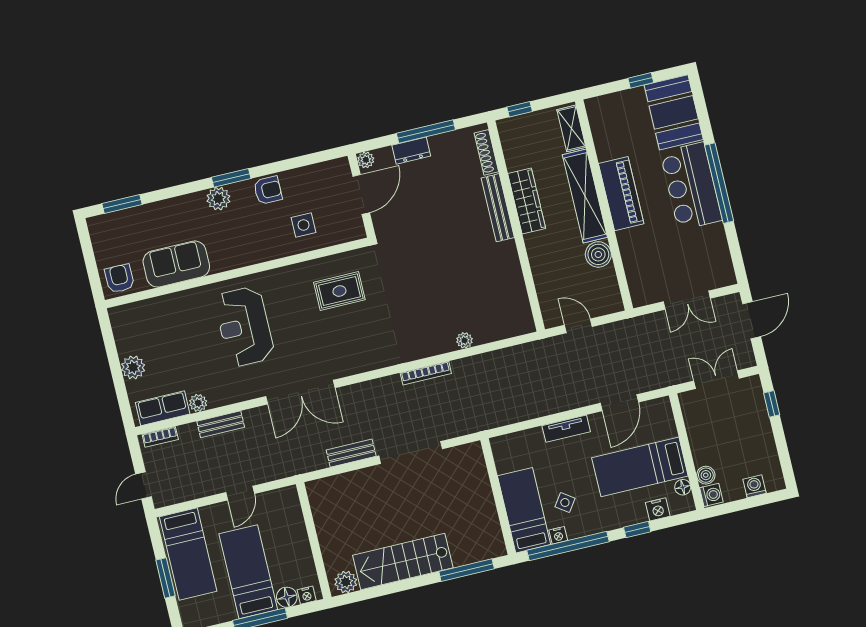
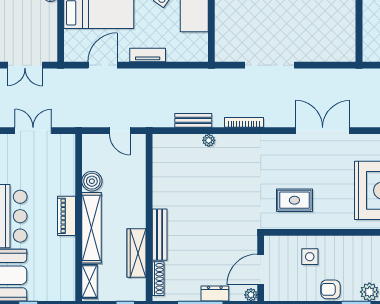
piano: (621, 194) -> (66, 216), width x0.73, depth x0.75
wardrobe: (527, 201) -> (136, 253), moved
double door: (300, 392) -> (323, 131), moved
bench: (351, 453) -> (193, 120), moved

